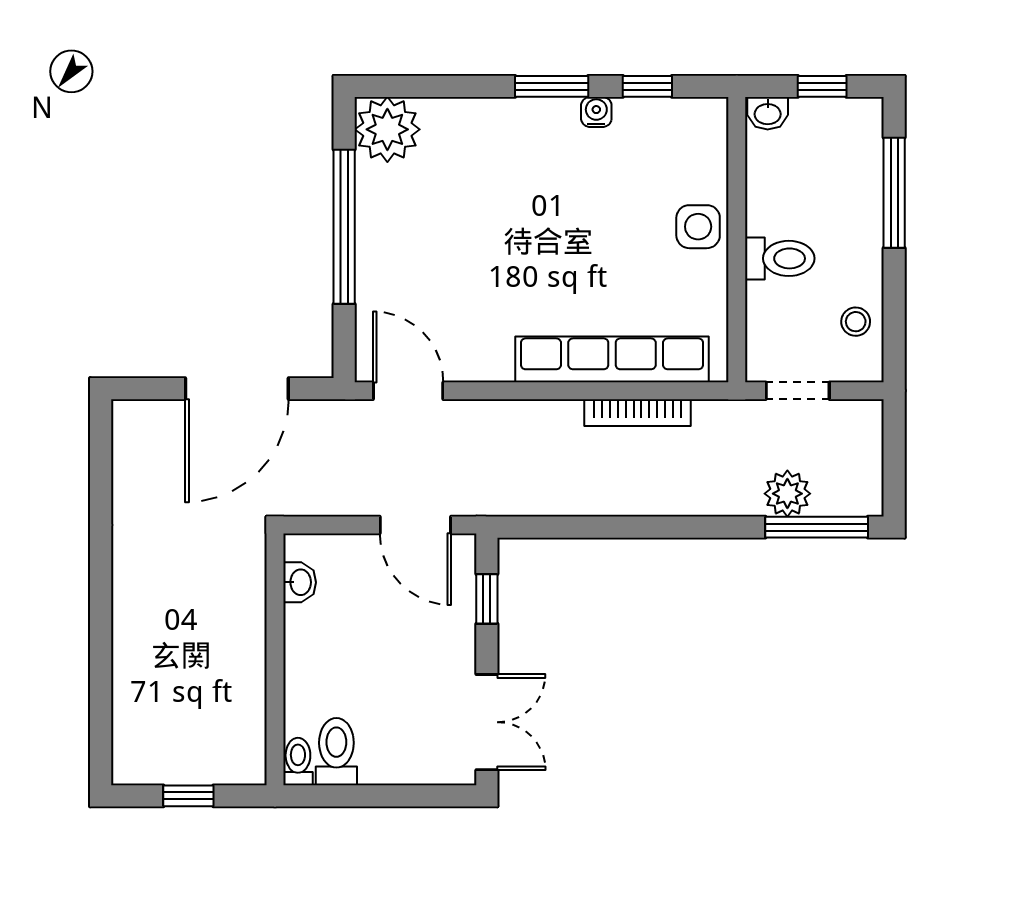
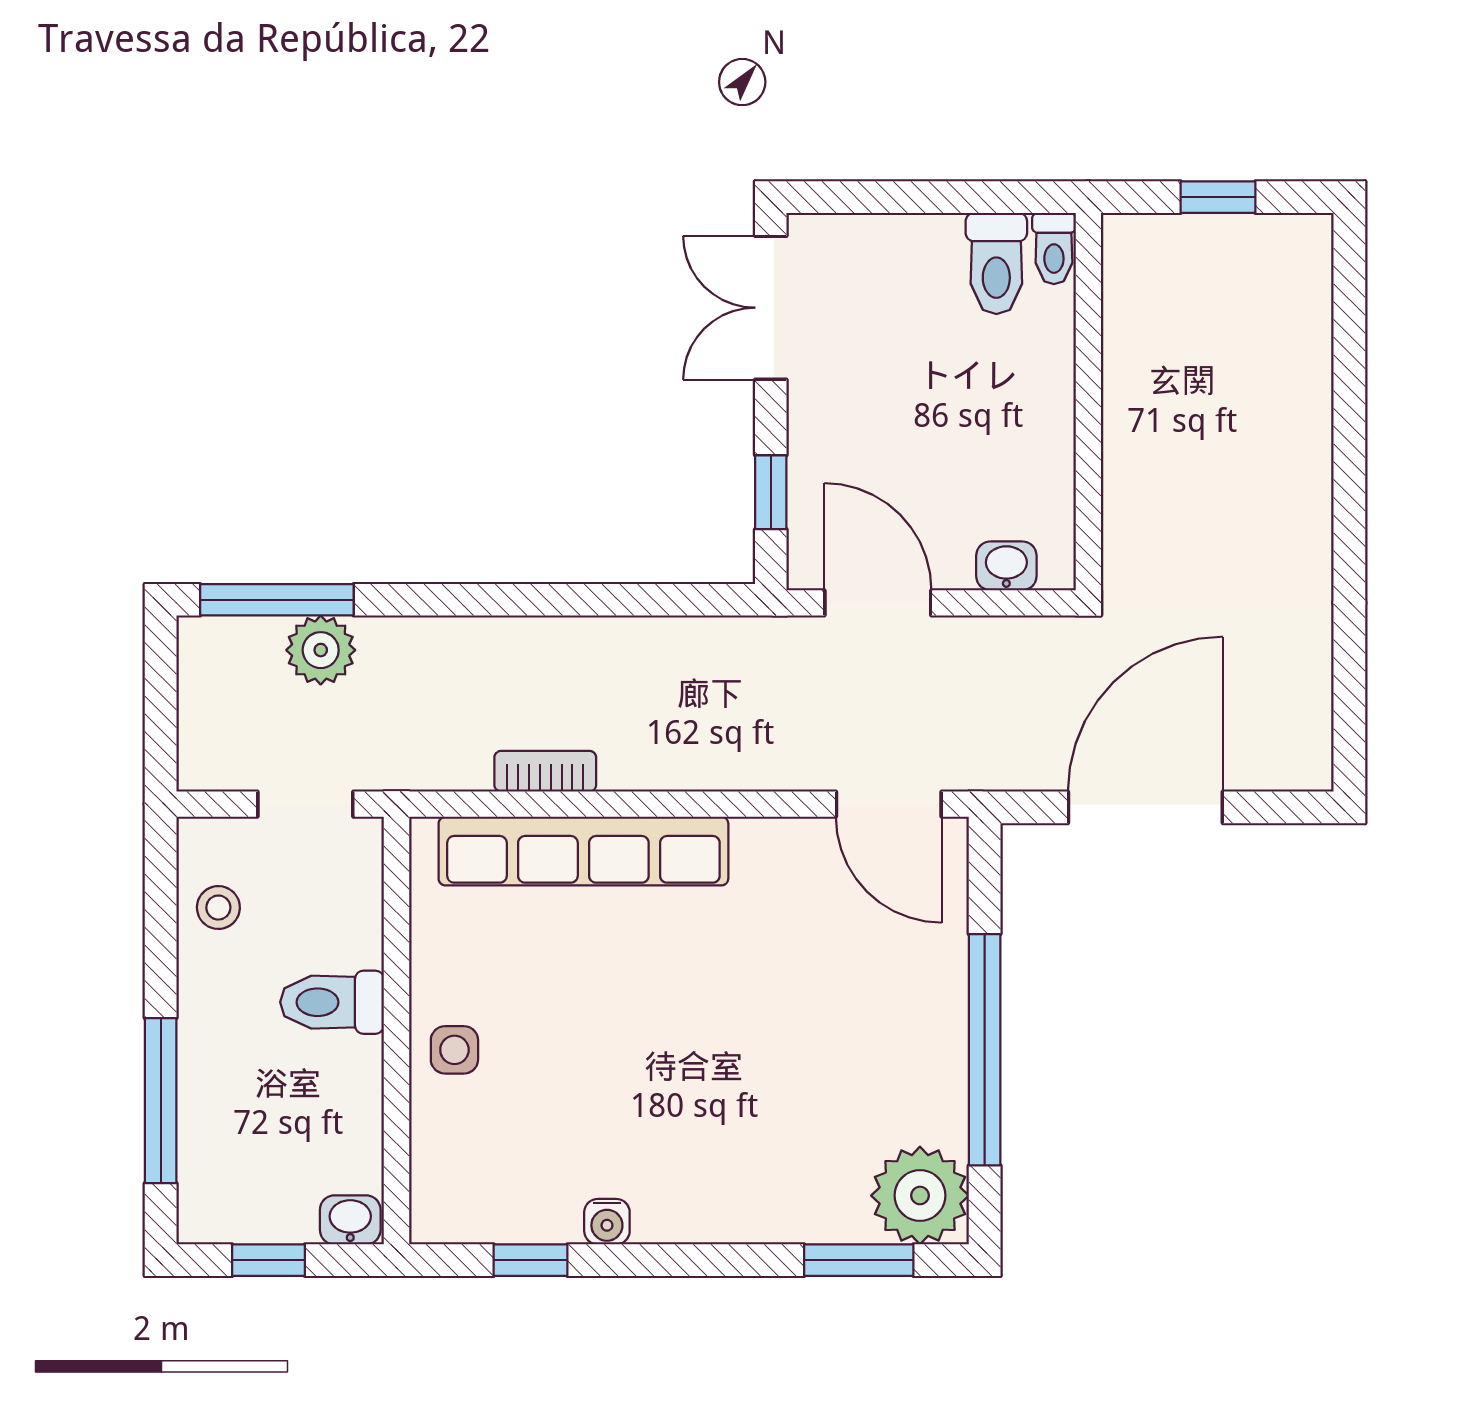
window: (552, 86) -> (859, 1260), moved
side table: (698, 227) -> (454, 1050), width x0.73, depth x0.73
bookcase: (637, 413) -> (545, 771), width x0.64
washbasin: (300, 582) -> (1006, 566), moved, turned 90

